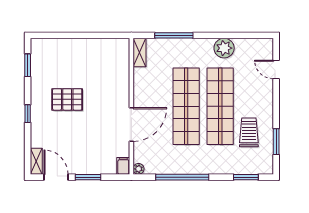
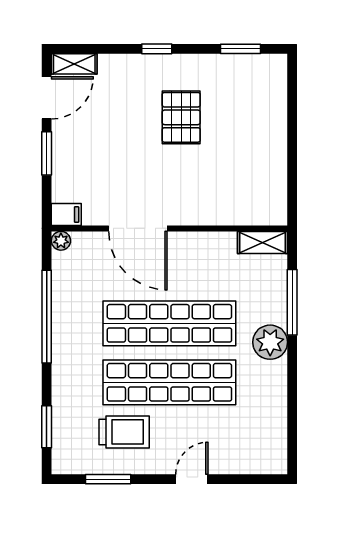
plant: (224, 48) -> (270, 342), moved
door: (276, 70) -> (192, 479), moved

